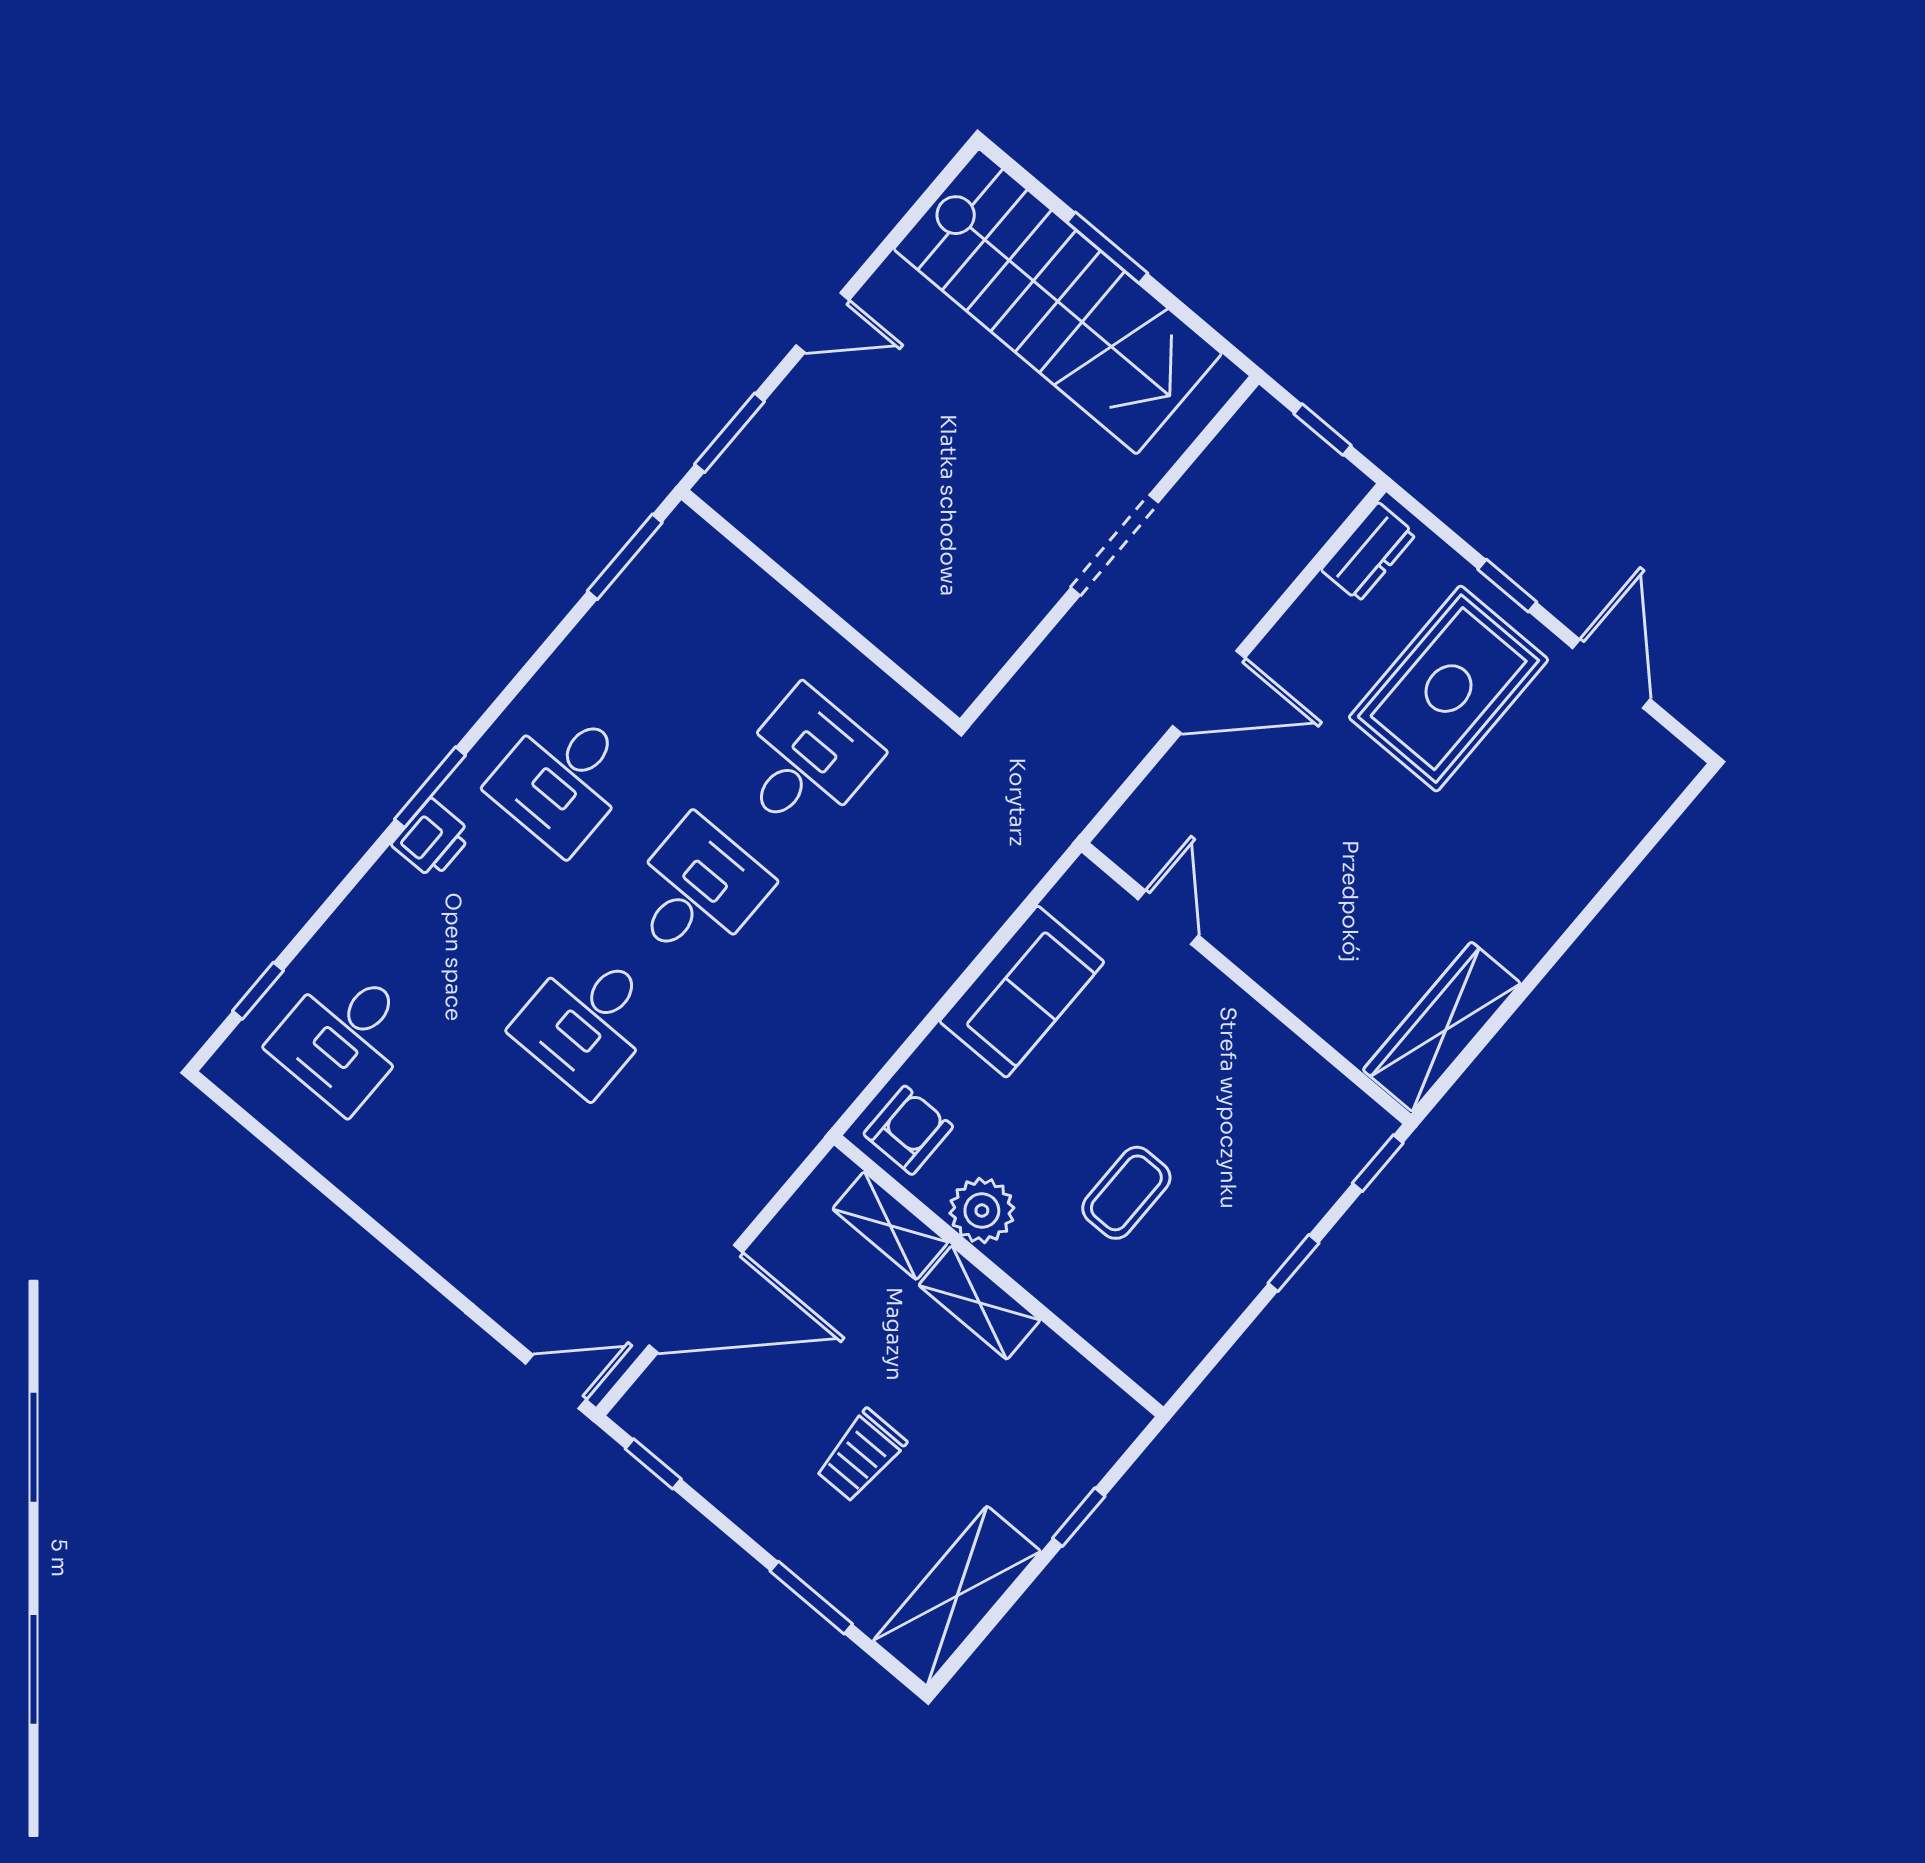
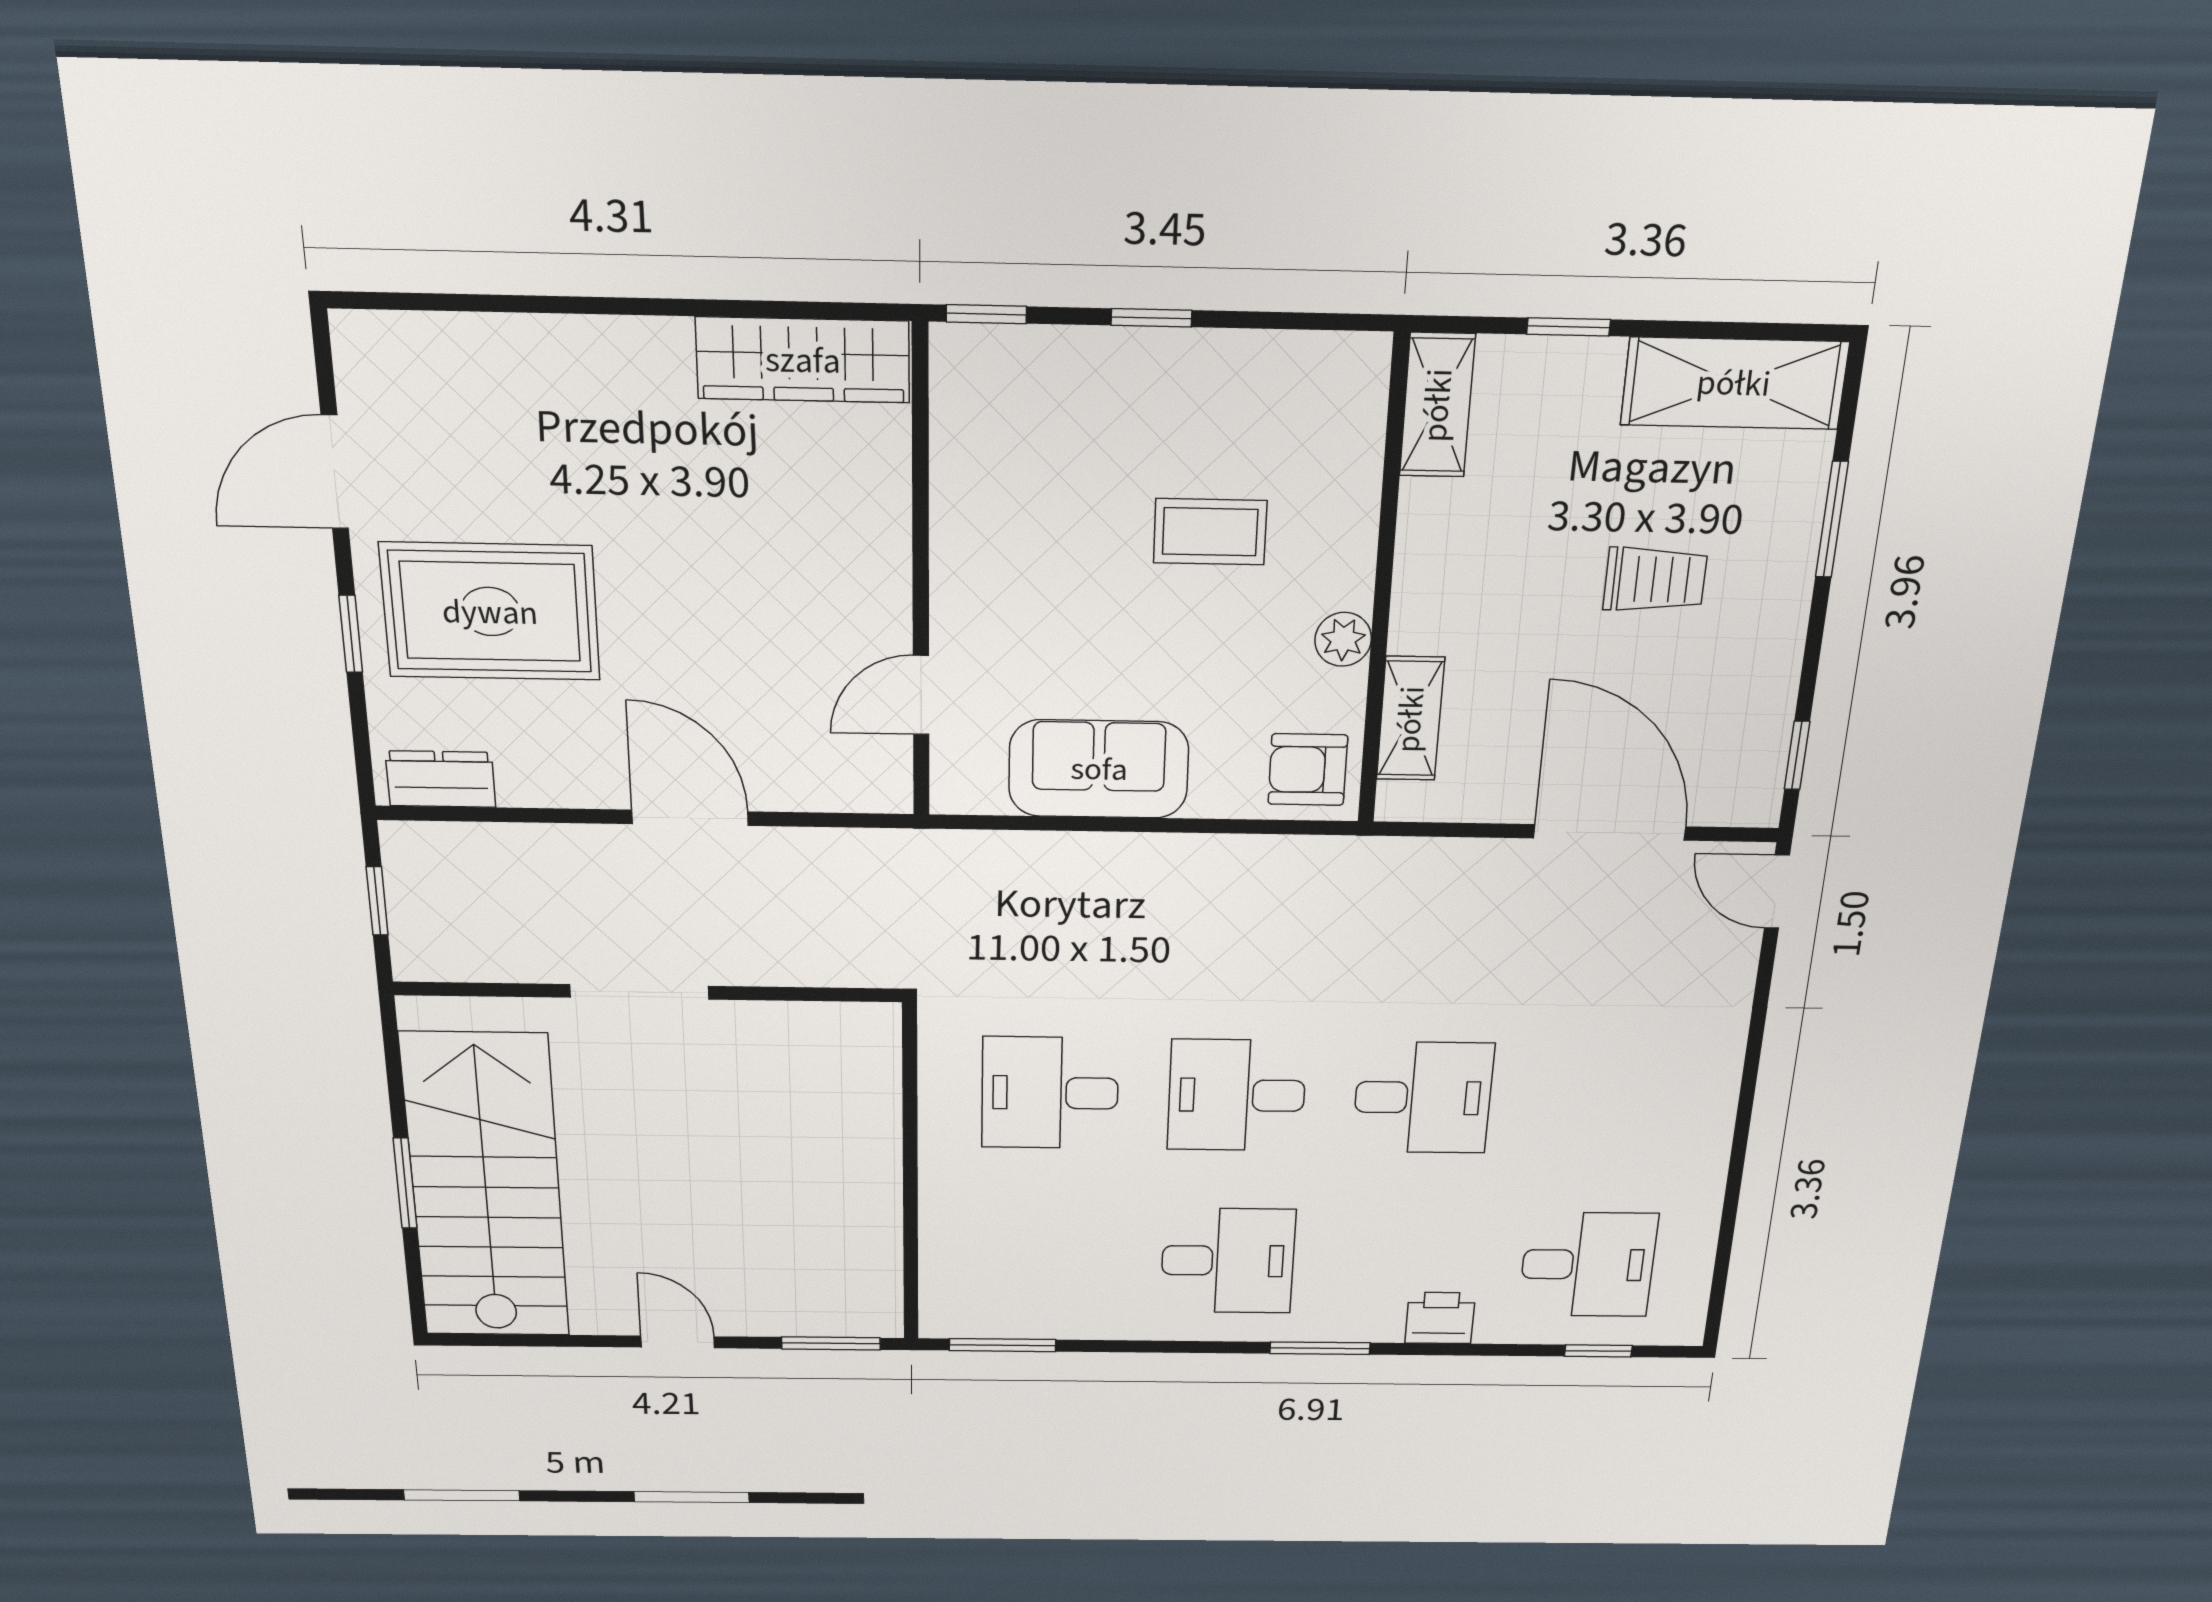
printer: (432, 839) -> (1440, 1318), moved
plant: (982, 1211) -> (1343, 639), width x0.73, depth x0.73
shelving: (979, 1303) -> (1437, 405), moved

